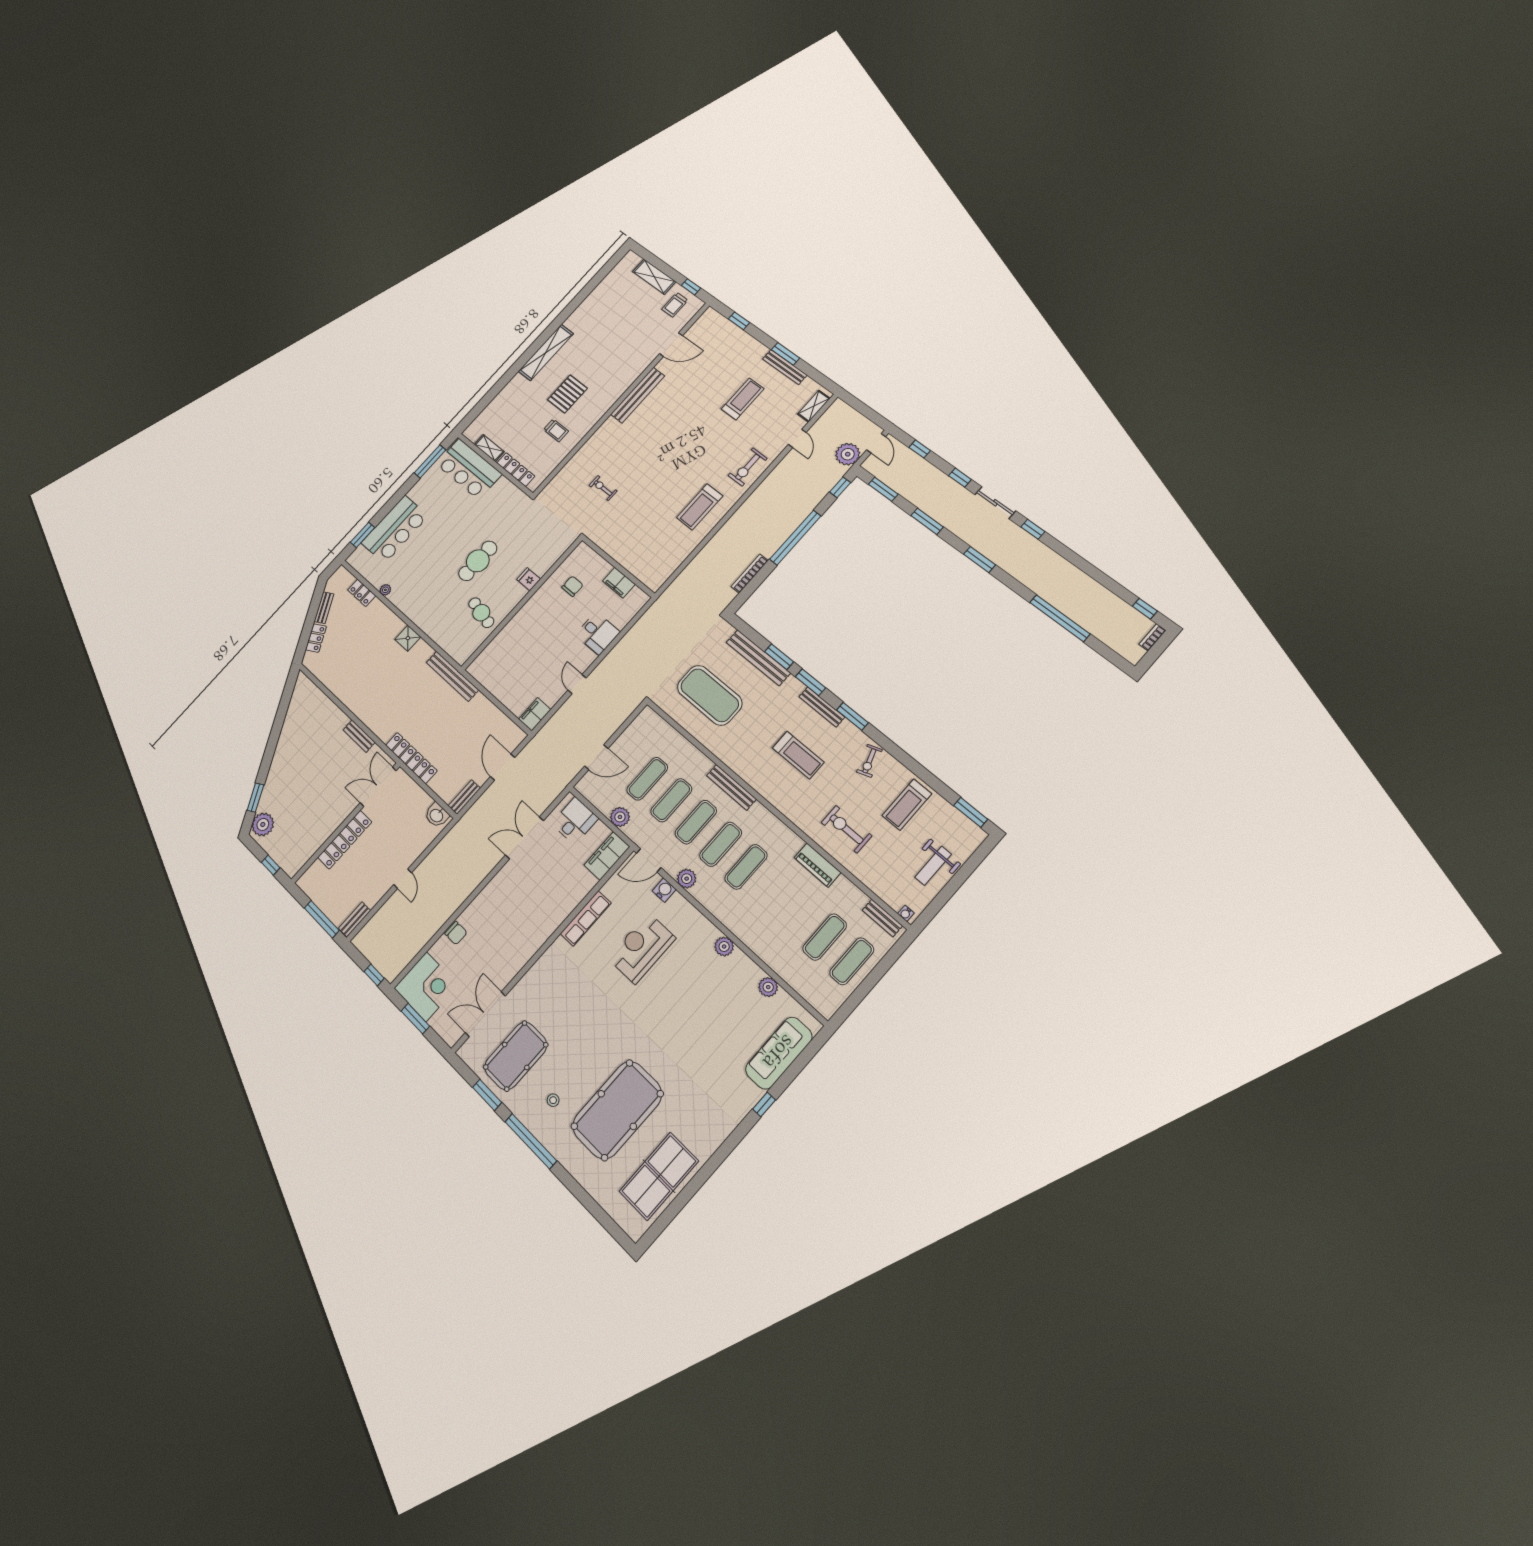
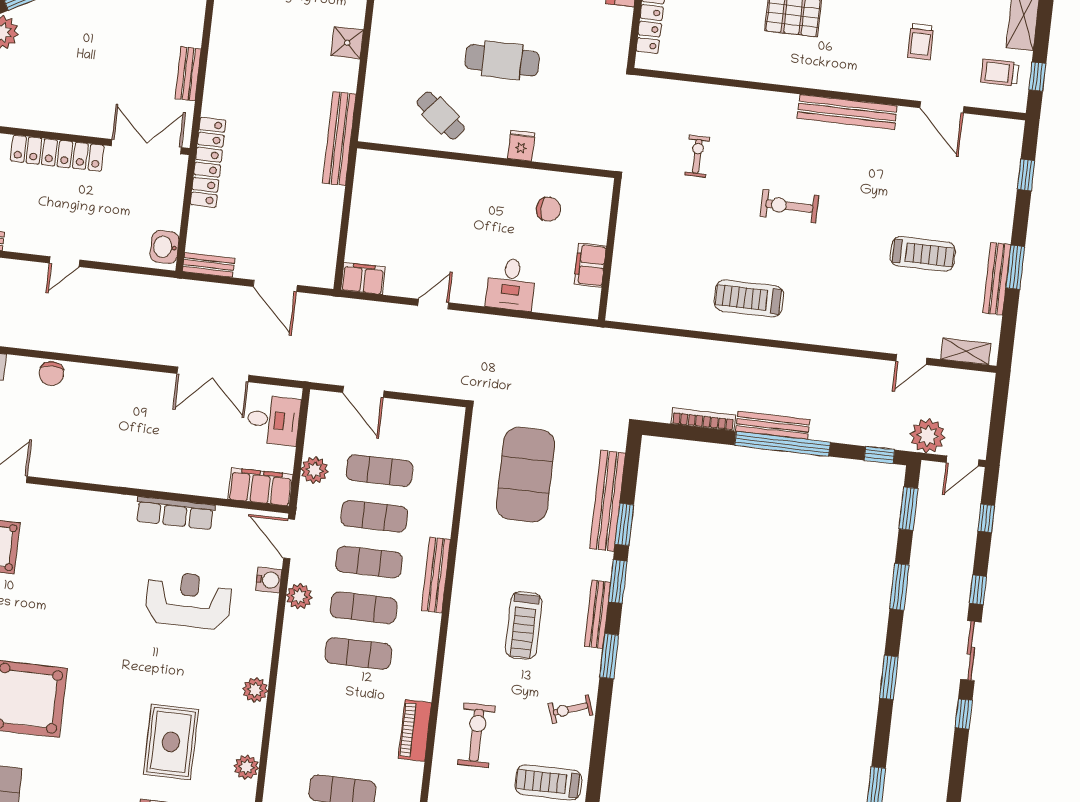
trolley: (556, 430) -> (921, 42), moved
exercise bike: (748, 467) -> (789, 206), moved
bench: (781, 537) -> (773, 425), added
cafe table: (481, 613) -> (441, 116), turned -63
door: (503, 767) -> (275, 286), swing flipped
double door: (524, 838) -> (213, 374), swing flipped
rug: (720, 1024) -> (171, 742), added

